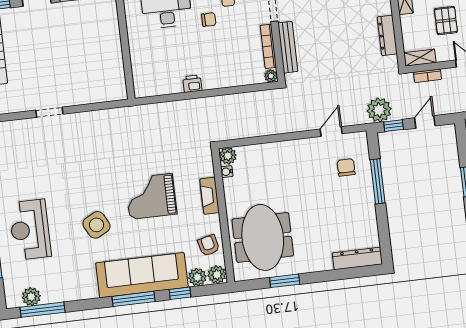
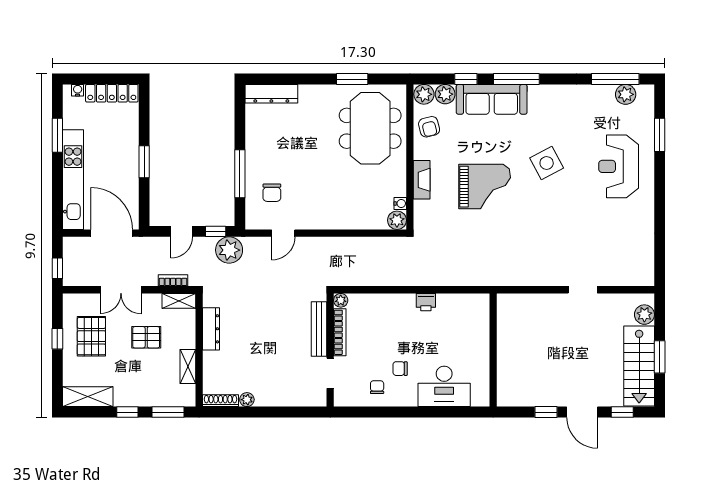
pallet: (446, 21) -> (146, 337), turned 90
reception desk: (30, 230) -> (619, 166), turned 180
sofa: (142, 275) -> (492, 99), width x0.74, depth x0.79

